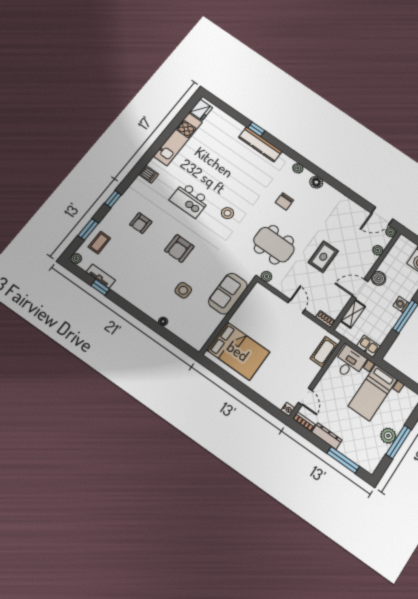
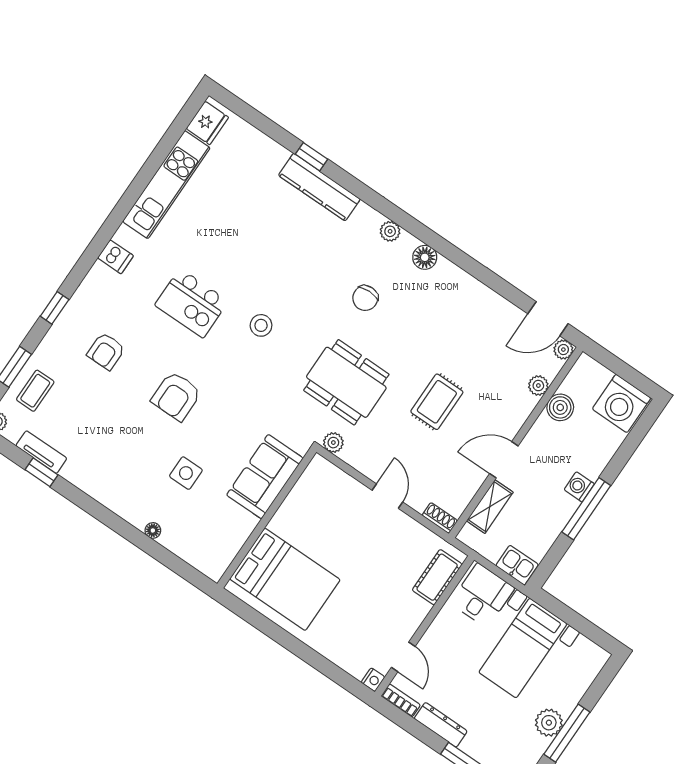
boiler: (379, 278) -> (560, 407), moved

